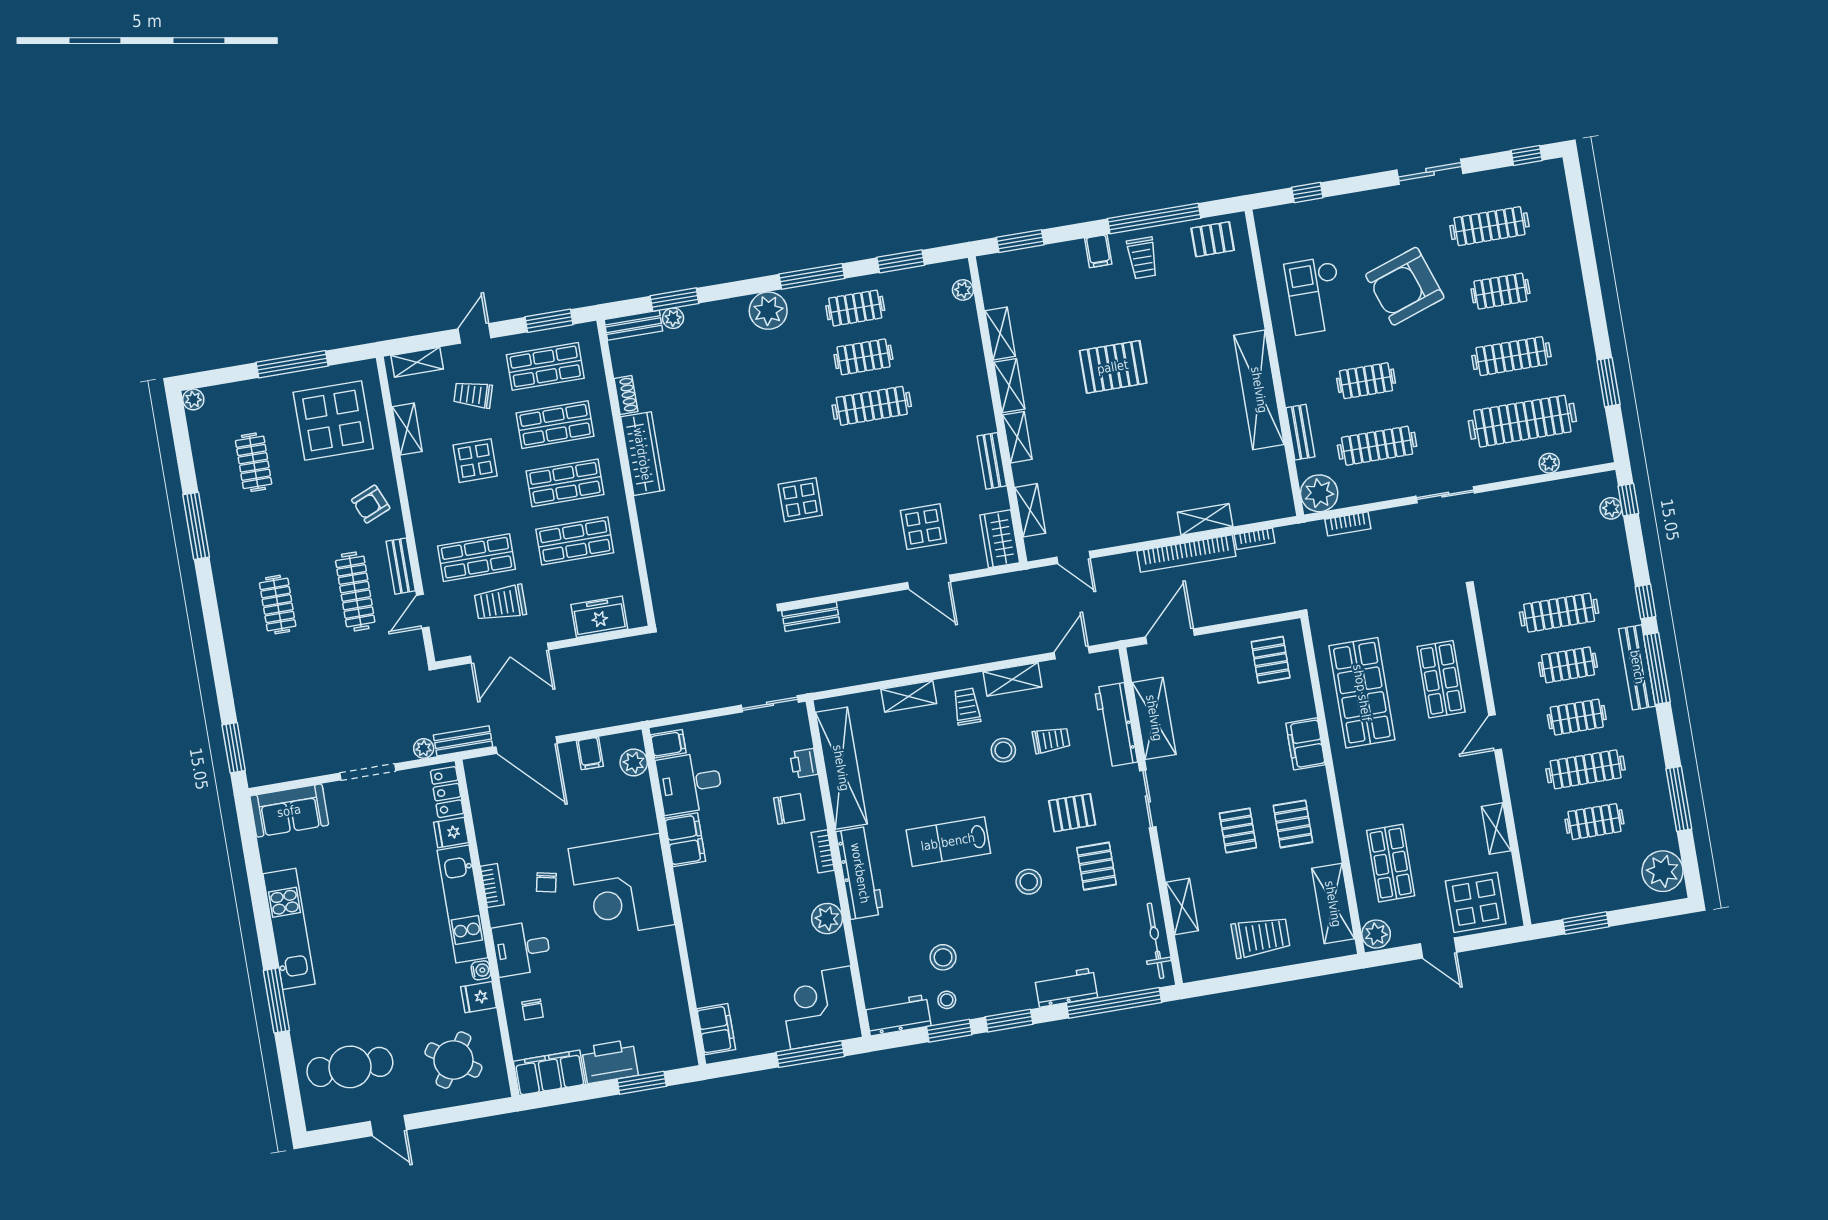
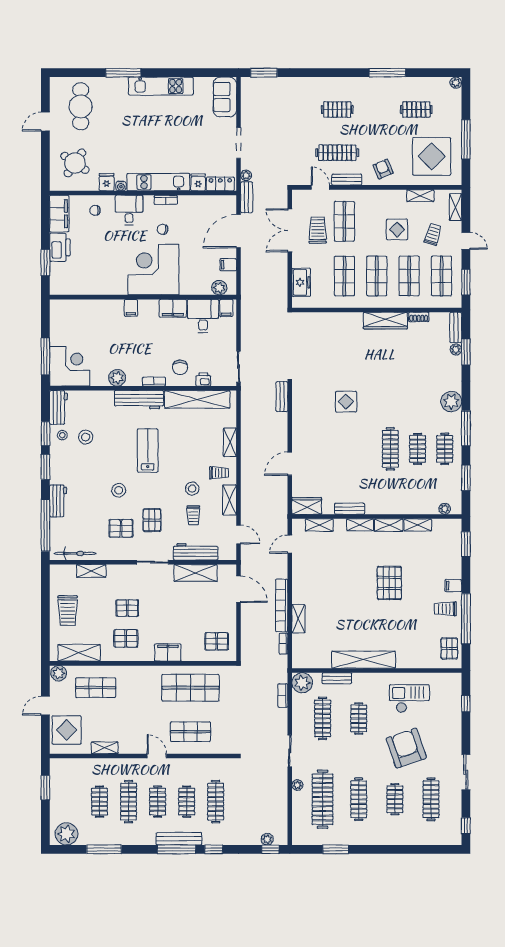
plant: (1549, 463) -> (297, 785), moved
display table: (923, 527) -> (320, 466), removed
filing cabinet: (716, 1029) -> (131, 308), moved, width x0.50

